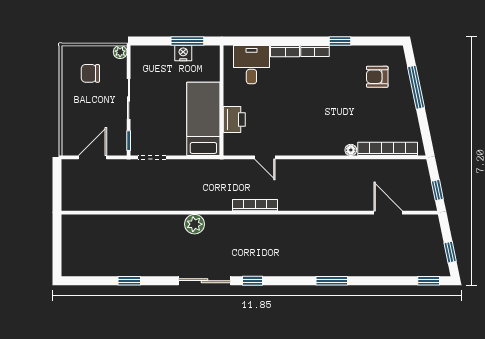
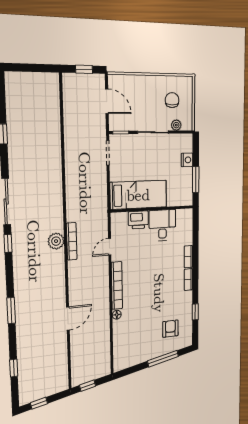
window: (340, 41) -> (195, 312), moved
plant: (120, 52) -> (176, 125), moved
nightstand: (183, 53) -> (187, 160), moved
desk: (251, 65) -> (162, 225), moved, turned -90
bookcase: (388, 149) -> (117, 286), moved
window: (57, 184) -> (84, 69), added
door: (388, 213) -> (68, 318), moved
plant: (194, 224) -> (56, 241), moved
window: (429, 281) -> (14, 368), moved

